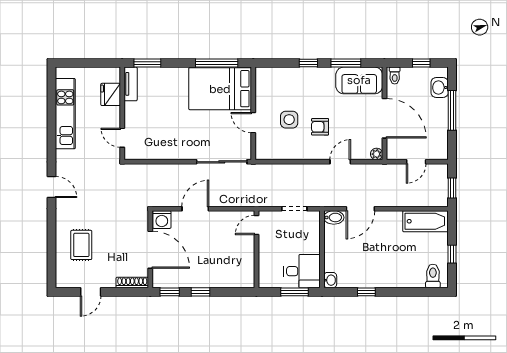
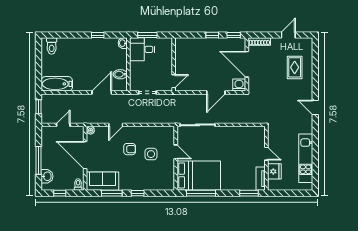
door: (122, 138) -> (266, 154), moved
bidet: (334, 217) -> (120, 74), moved
window: (452, 254) -> (38, 61), removed

